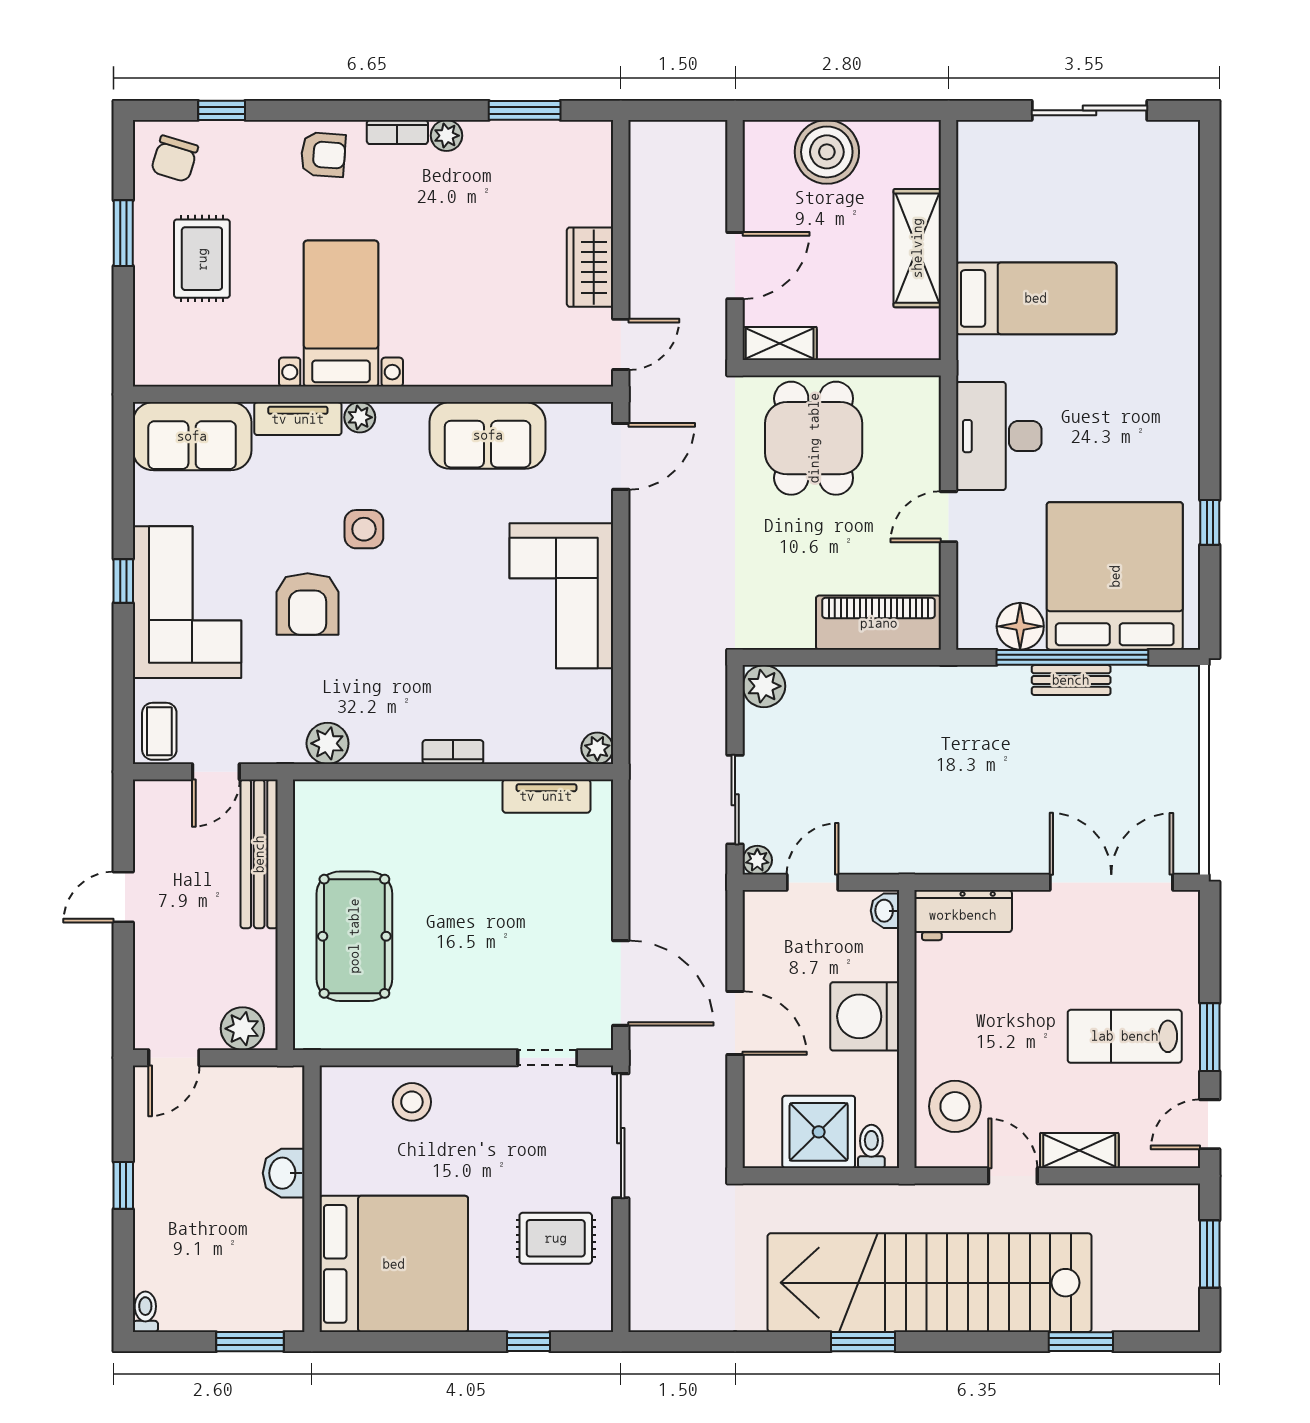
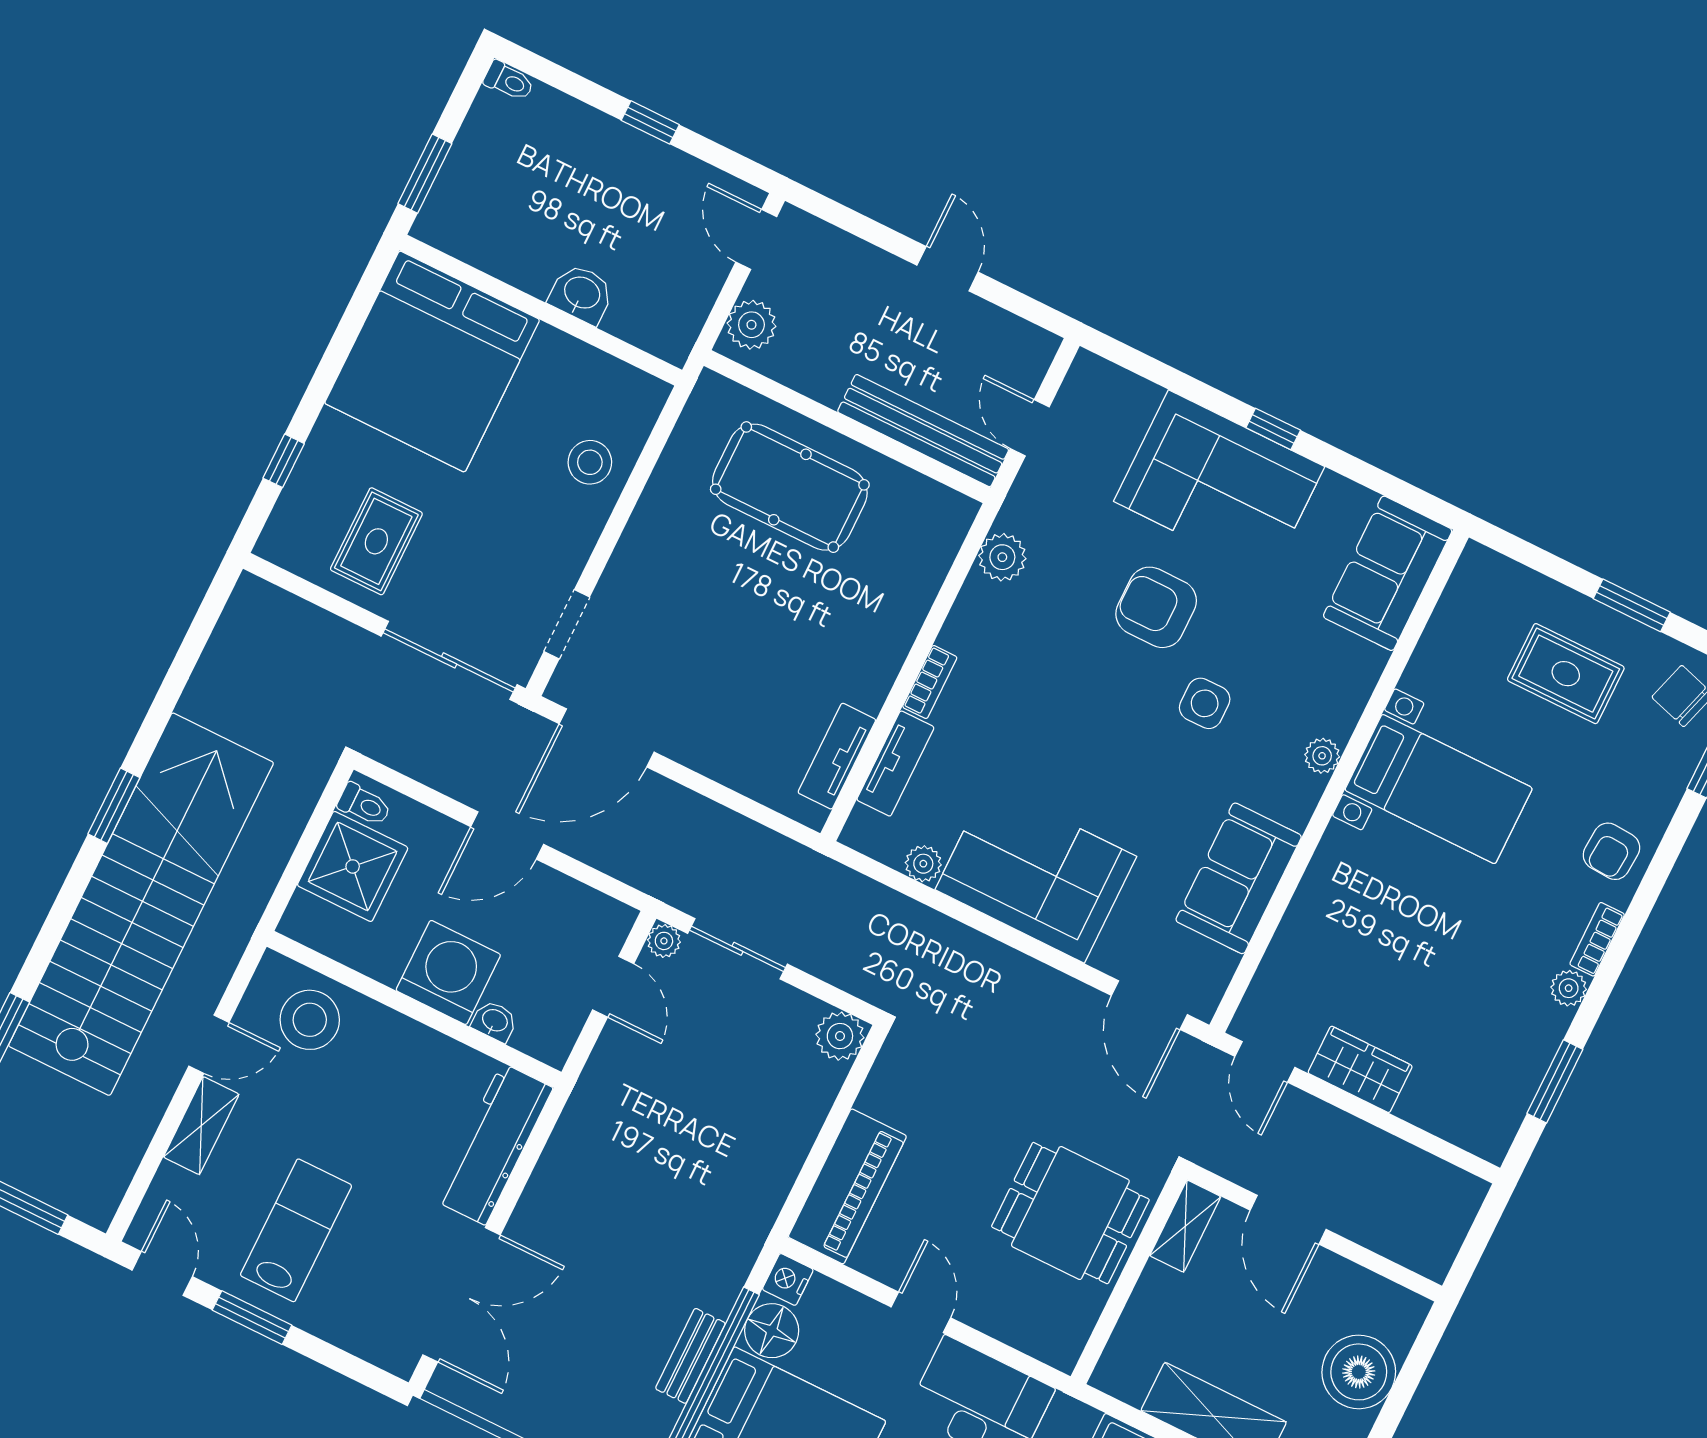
tv unit: (298, 419) -> (895, 764), moved, turned 180
nightstand: (974, 633) -> (788, 1279), added
coffee table: (159, 731) -> (1100, 390), removed
plant: (597, 748) -> (923, 864), moved
washbasin: (885, 911) -> (495, 1021), moved
workbench: (963, 915) -> (494, 1144), width x1.38
toilet: (871, 1146) -> (364, 805), moved

